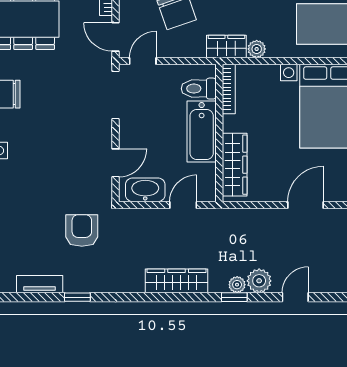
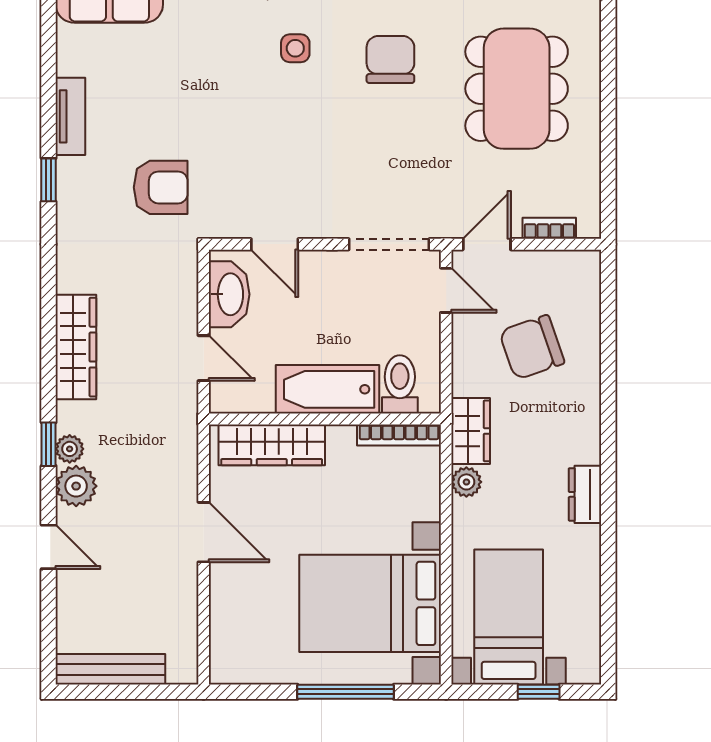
door: (305, 205) -> (204, 532), moved

